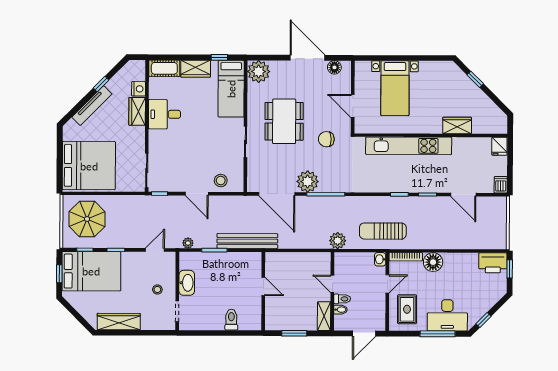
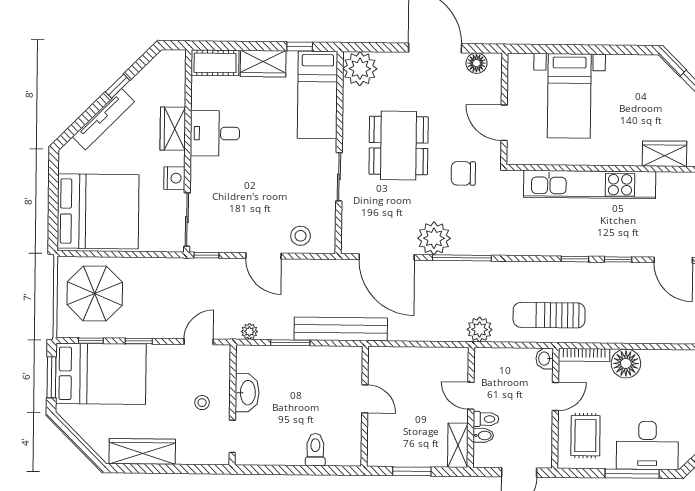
nightstand: (139, 89) -> (174, 178), moved
window: (59, 274) -> (51, 377), width x1.50

